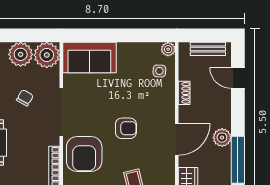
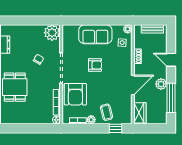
plant: (21, 54) -> (36, 32), removed
sofa: (89, 58) -> (95, 34), moved
door: (238, 78) -> (171, 60), moved
armchair: (126, 128) -> (95, 65), moved

